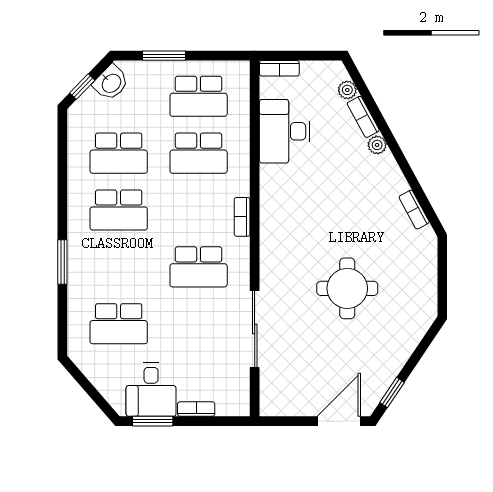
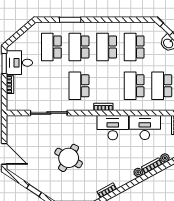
desk: (285, 197) -> (113, 128), added
window: (62, 262) -> (70, 20), moved
school desk: (119, 267) -> (79, 47), added
round table: (347, 288) -> (69, 158), turned 31
window: (392, 392) -> (34, 190), moved

